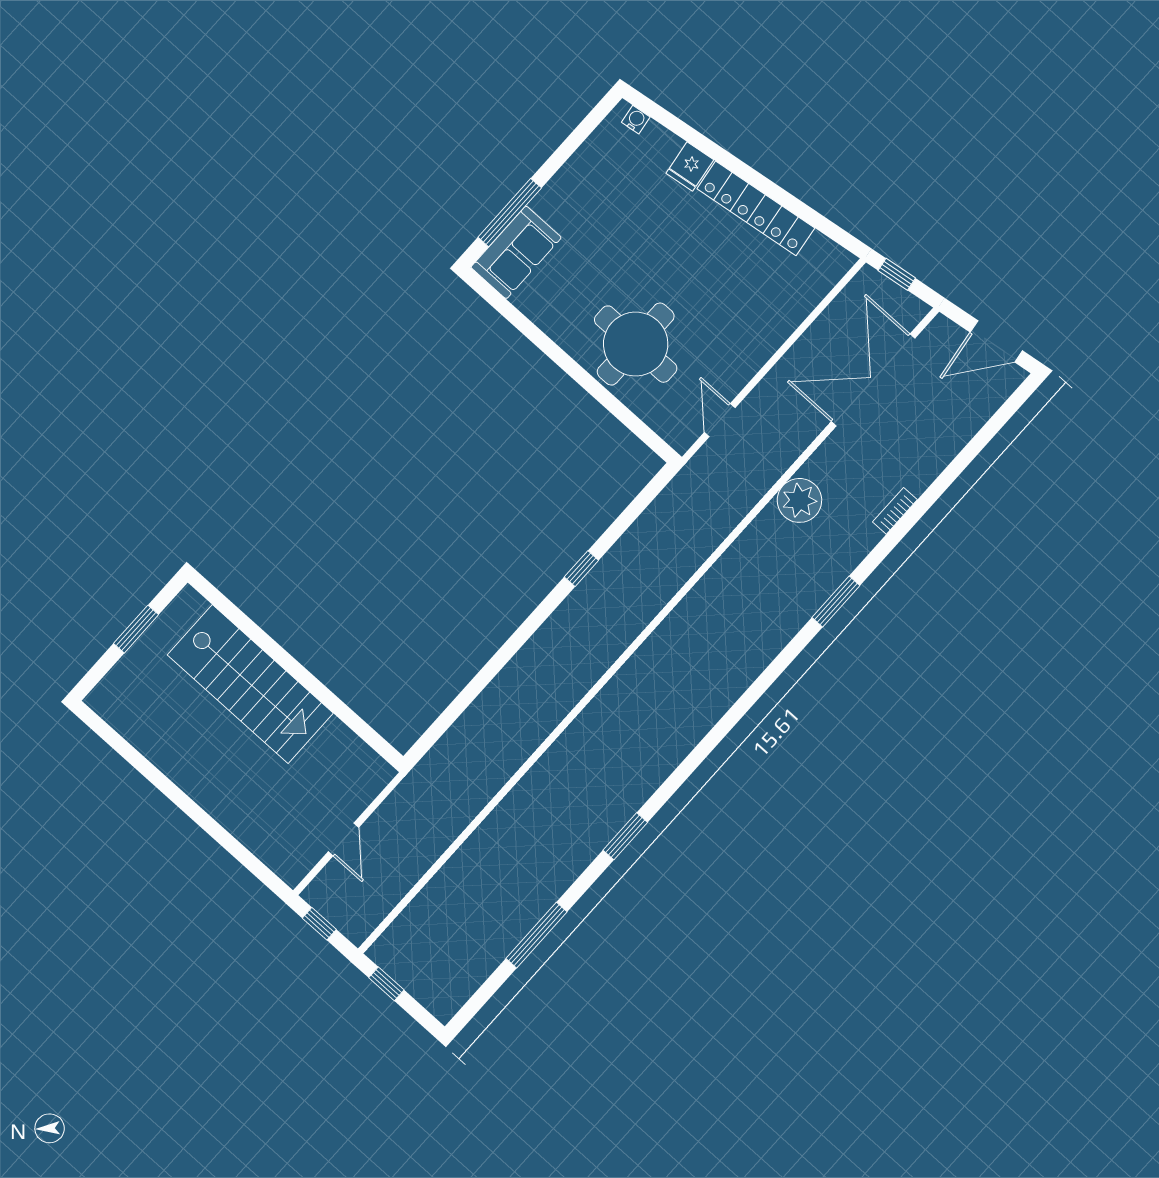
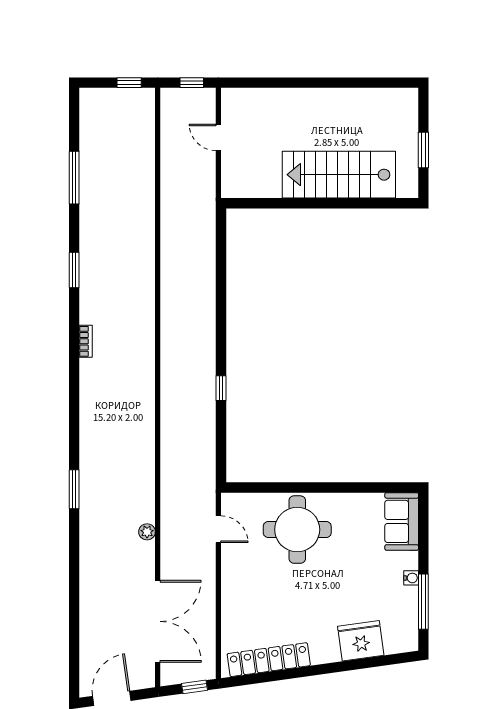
water cooler: (636, 120) -> (411, 578), moved, turned -82
fridge: (690, 167) -> (361, 641), width x1.88, depth x1.34
locker: (756, 208) -> (269, 660), moved
window: (510, 213) -> (423, 602), moved
plant: (799, 500) -> (147, 532), width x0.53, depth x0.53
bookcase: (895, 511) -> (86, 341), moved

